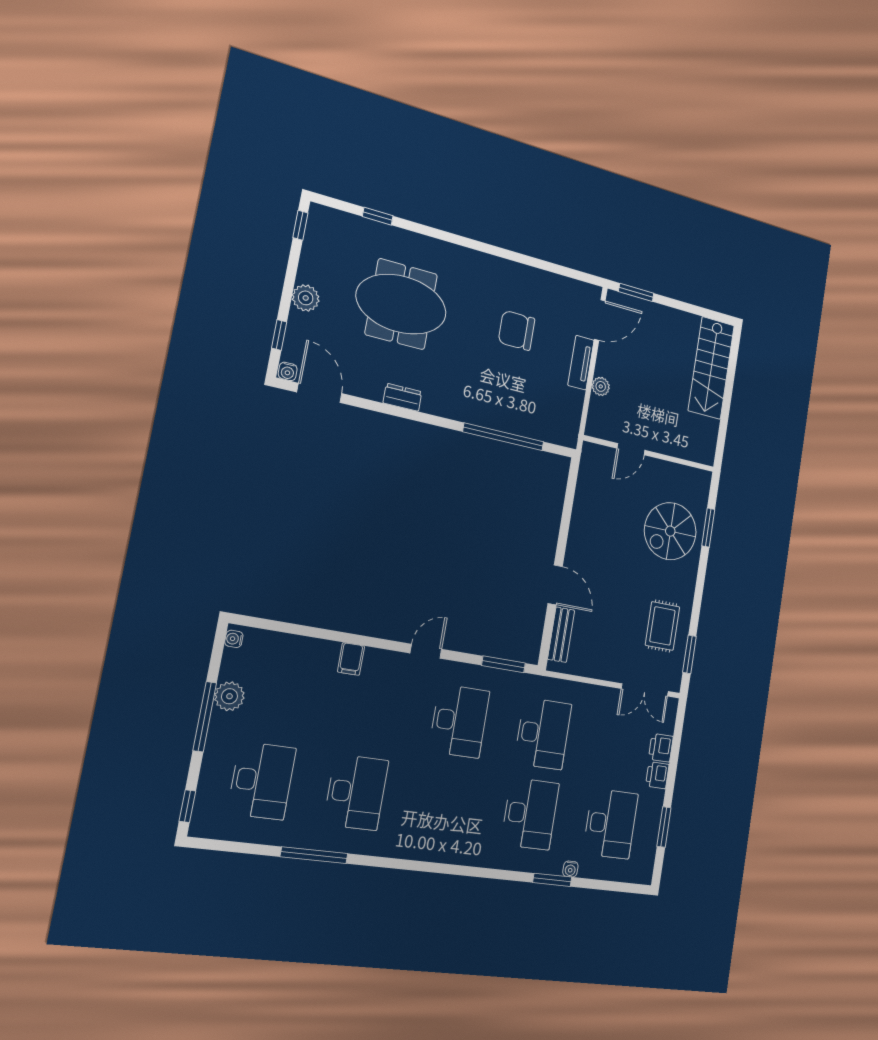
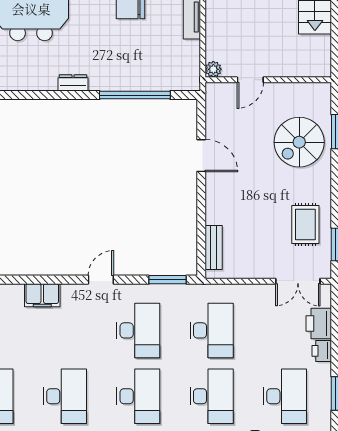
plant: (601, 386) -> (213, 69), moved
dresser: (402, 397) -> (73, 83), moved
door: (555, 585) -> (201, 156), moved
filing cabinet: (351, 659) -> (42, 295), width x2.00
printer: (661, 748) -> (319, 323), width x1.36, depth x1.24
desk: (445, 803) -> (138, 396), added

